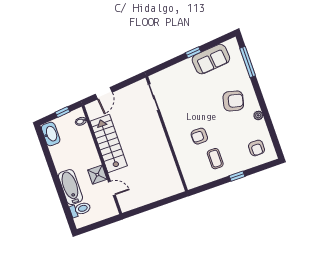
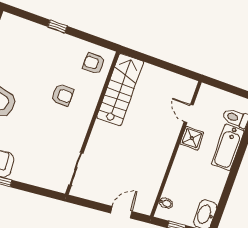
stairs: (109, 144) -> (120, 90), moved, turned 180
armchair: (256, 148) -> (94, 63), moved, turned -90
coffee table: (215, 159) -> (65, 61), removed

